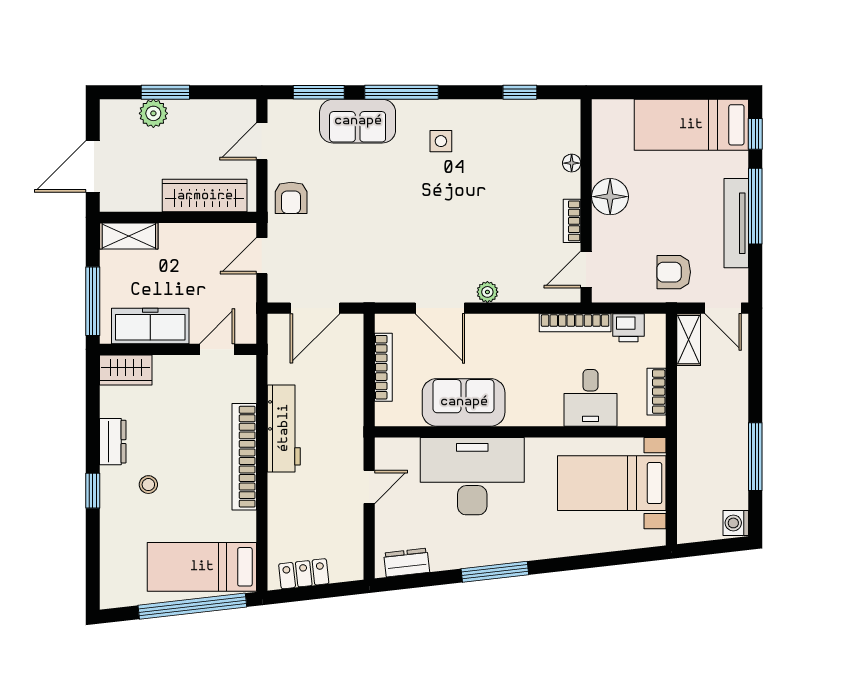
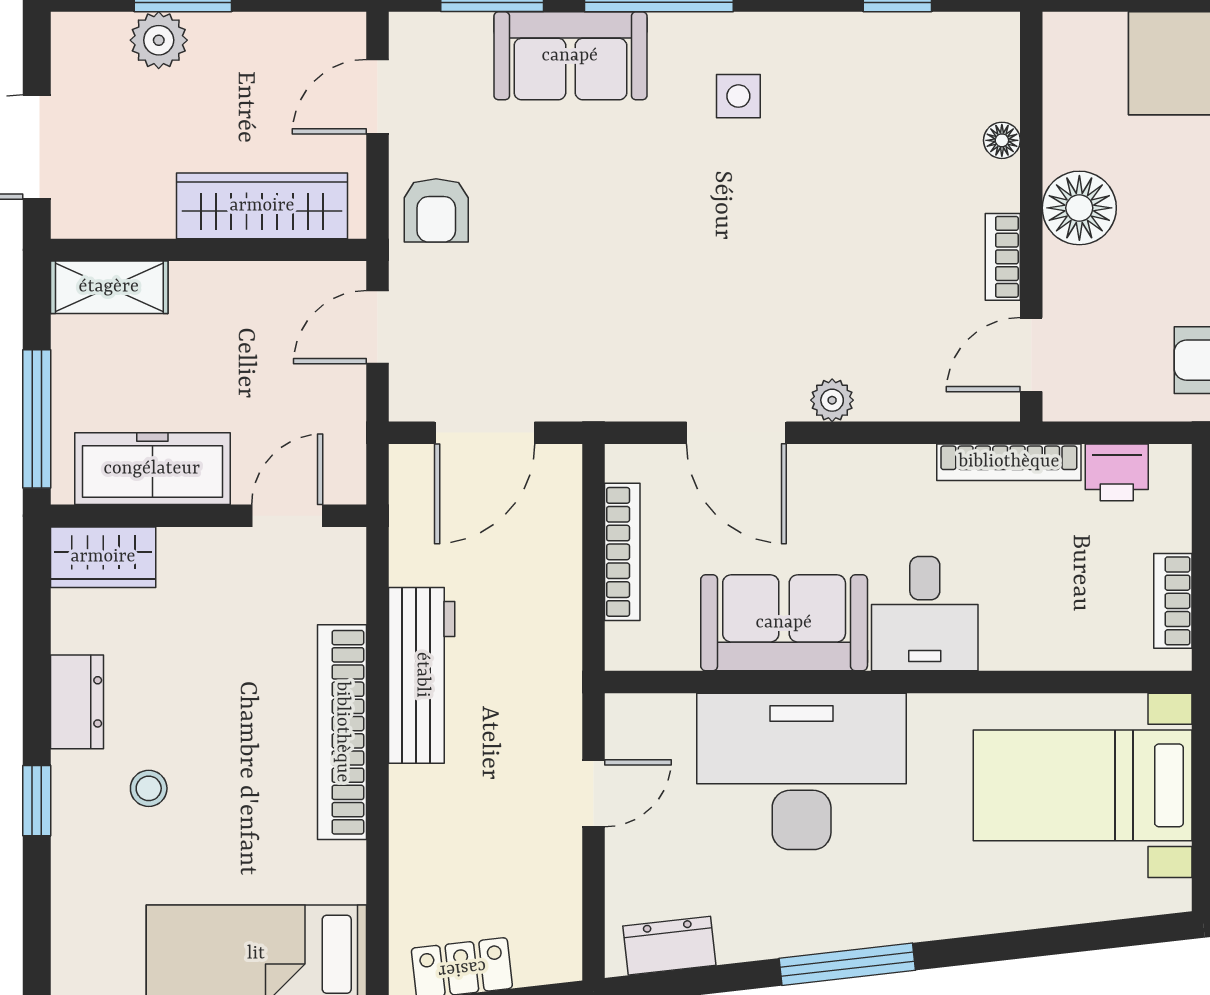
desk: (590, 398) -> (925, 614), moved

